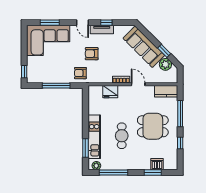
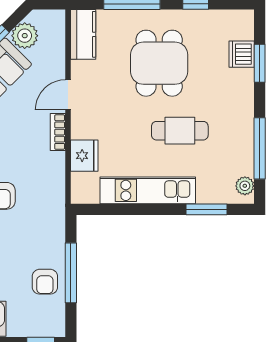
armchair: (80, 73) -> (45, 282), moved
kitchen unit: (94, 137) -> (148, 190), moved

